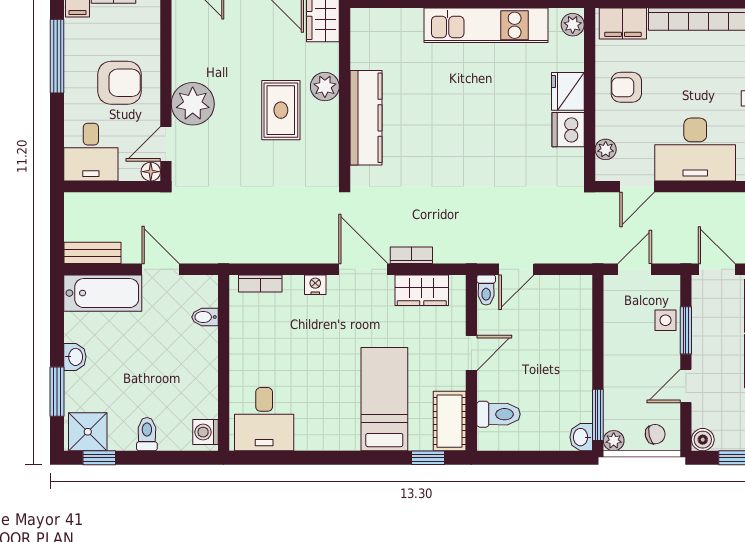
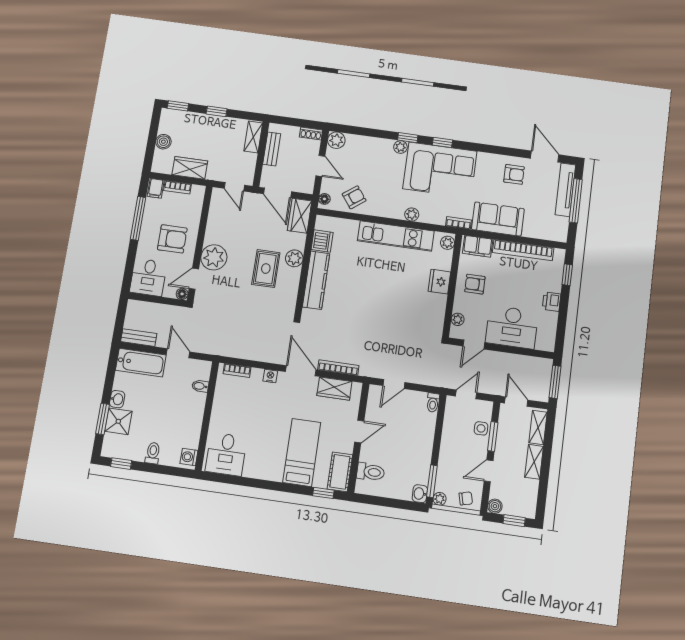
dishwasher: (568, 130) -> (322, 241), moved, turned 180
bookcase: (411, 255) -> (338, 368), width x1.56
toilet: (486, 290) -> (433, 403), moved
shower: (88, 432) -> (118, 421), moved

